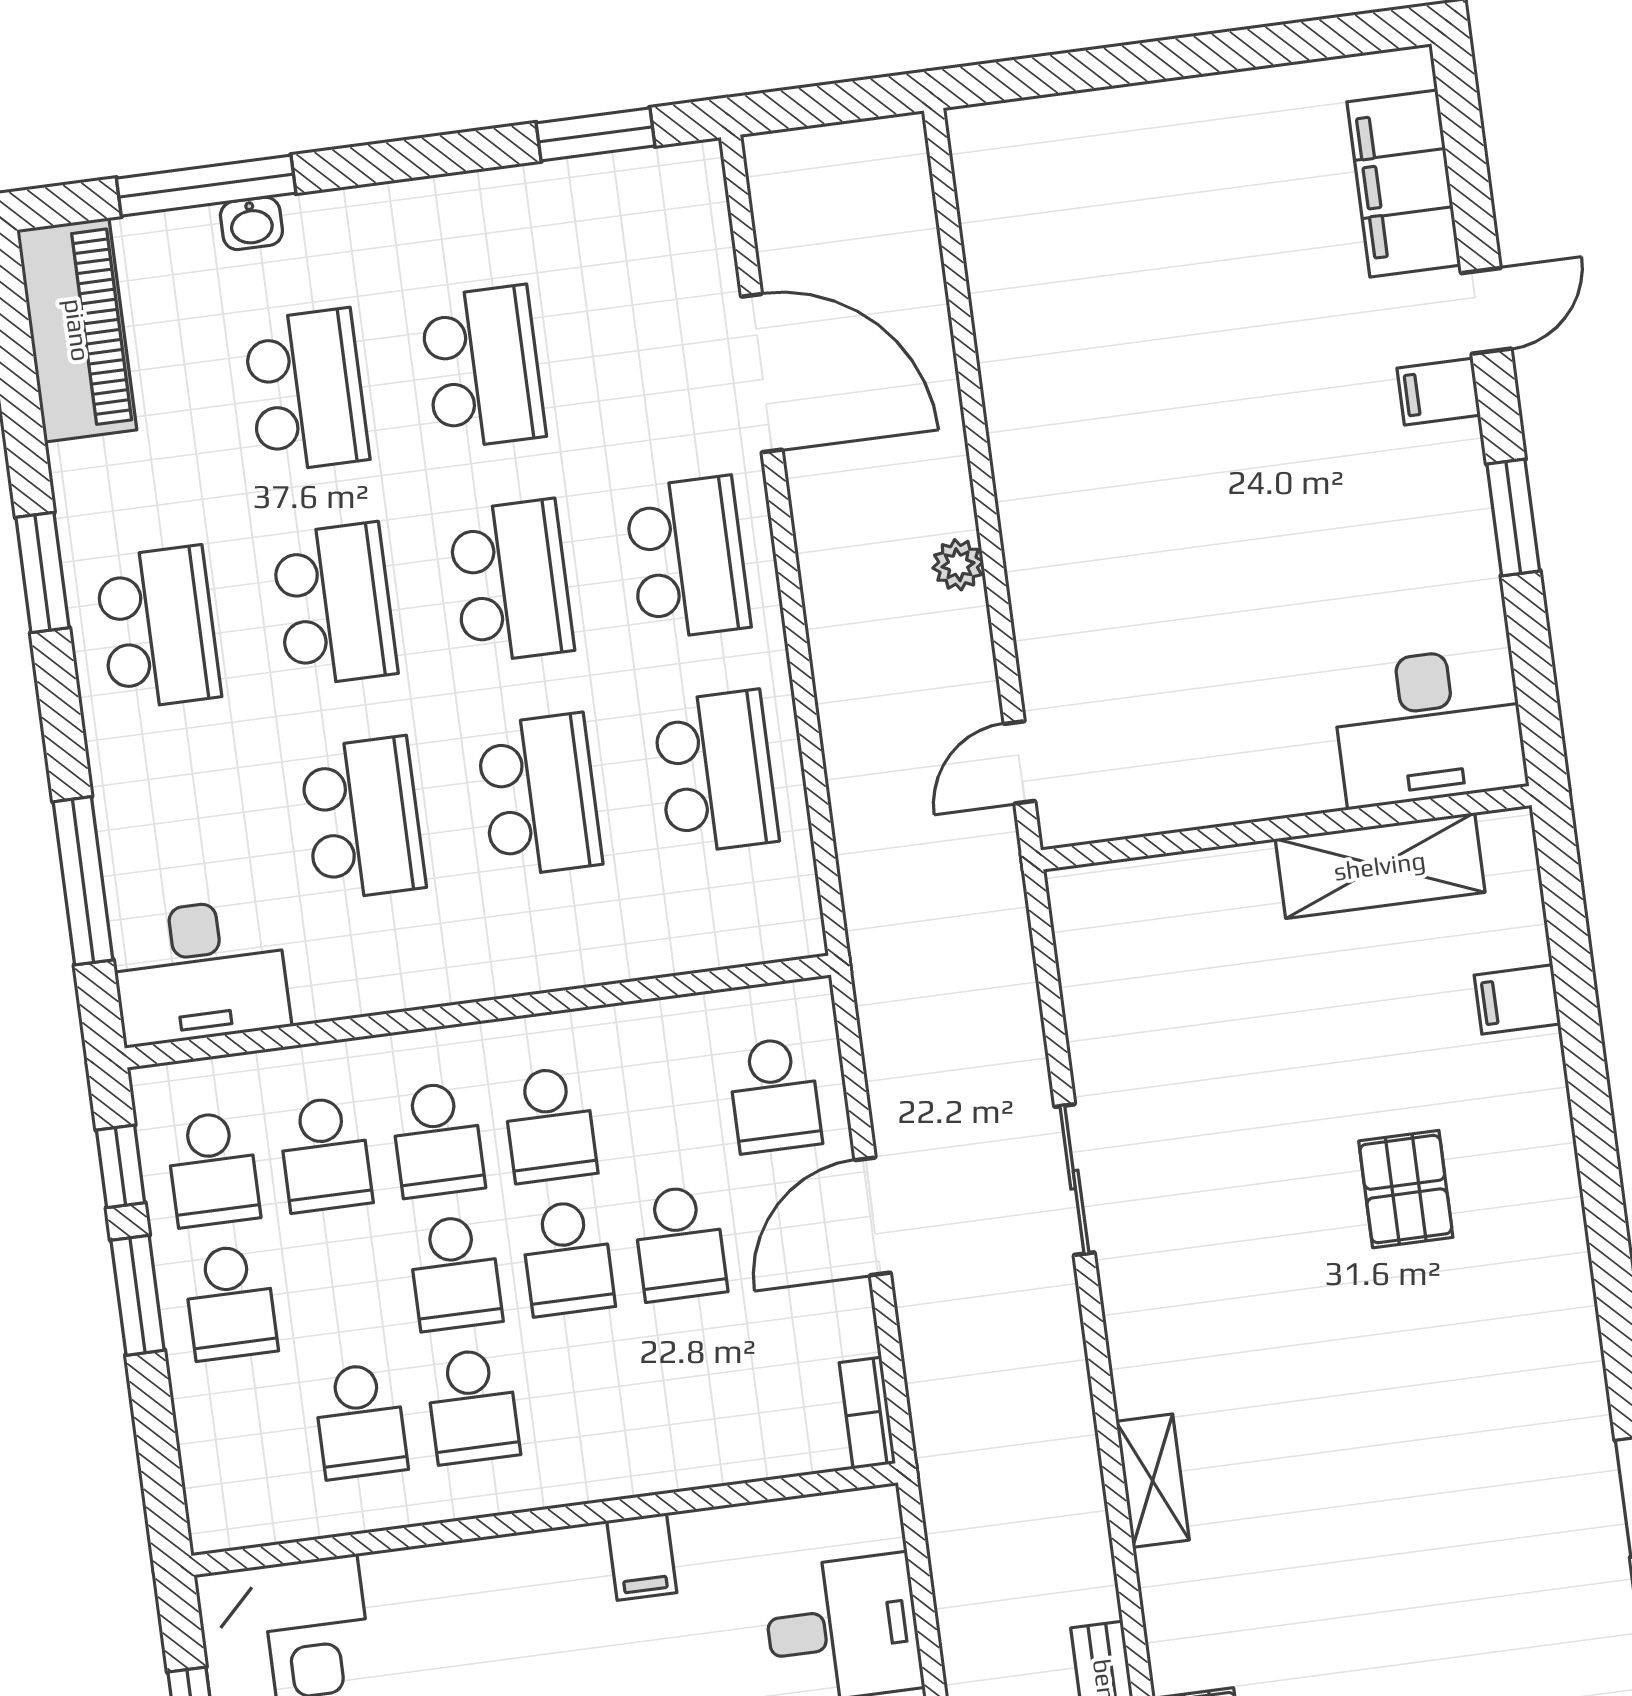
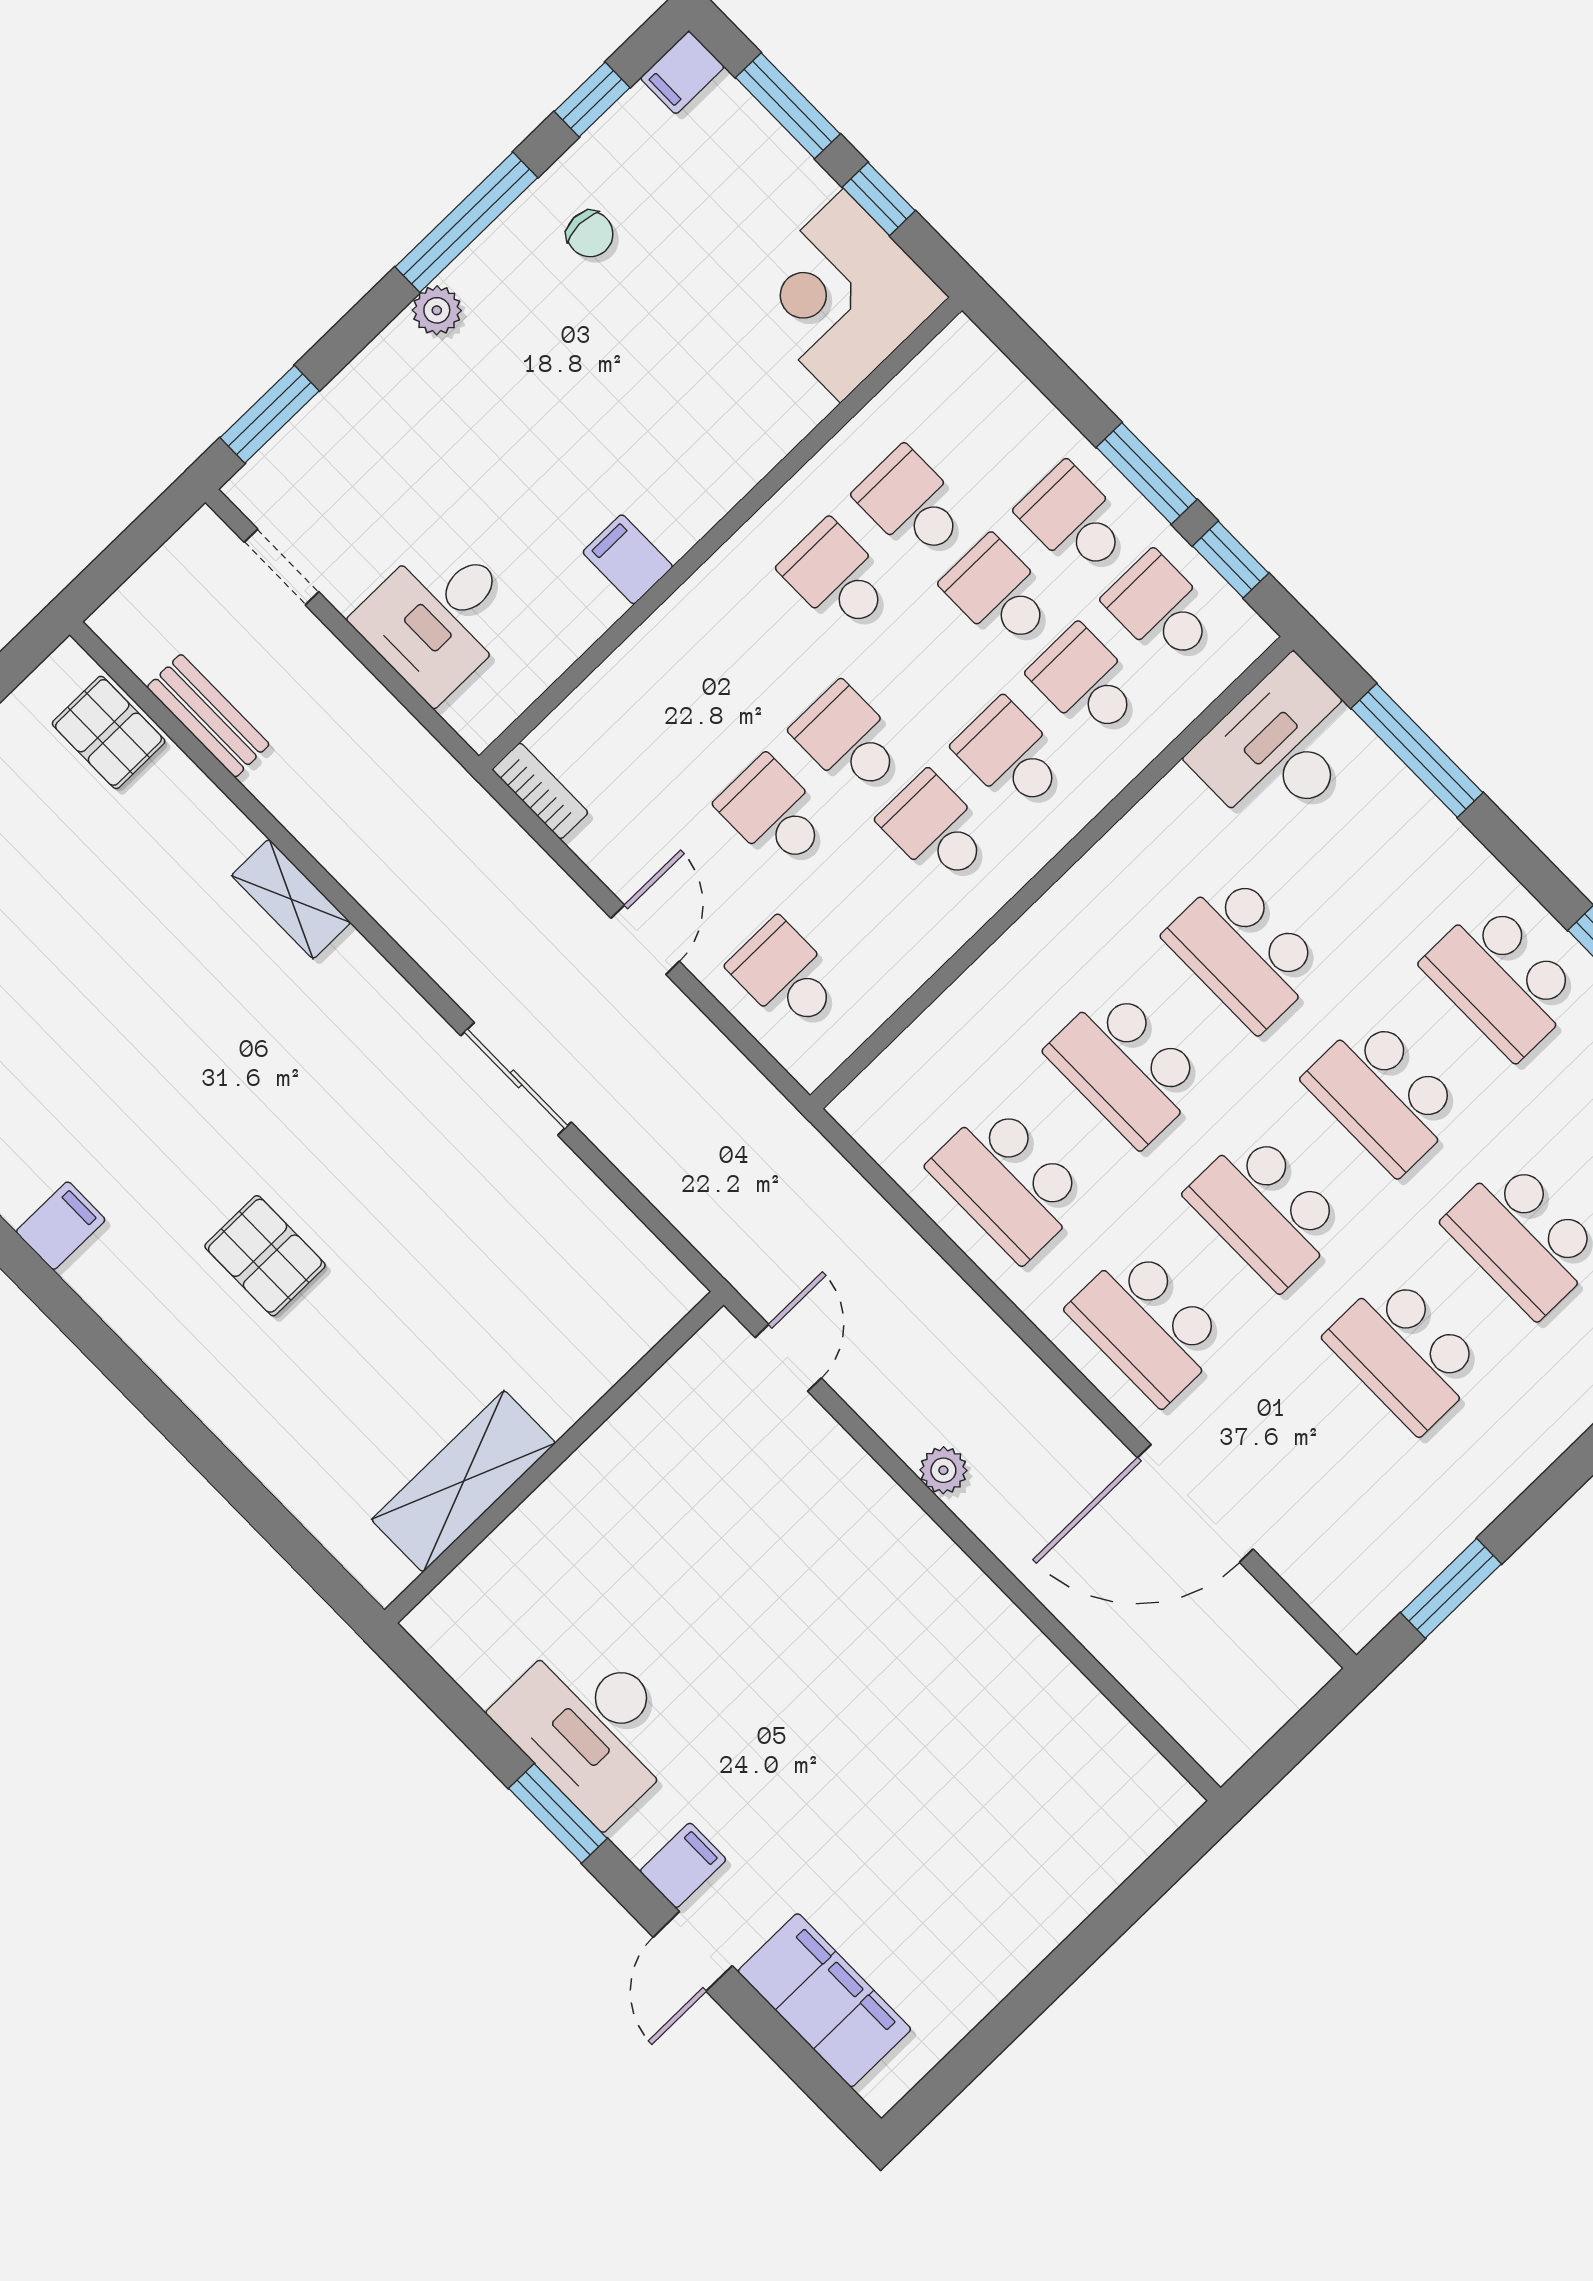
desk: (1429, 727) -> (591, 1727), moved, turned -90
filing cabinet: (1517, 999) -> (61, 1226), moved
door: (873, 1216) -> (645, 940), width x0.73
school desk: (455, 1273) -> (999, 593), moved

